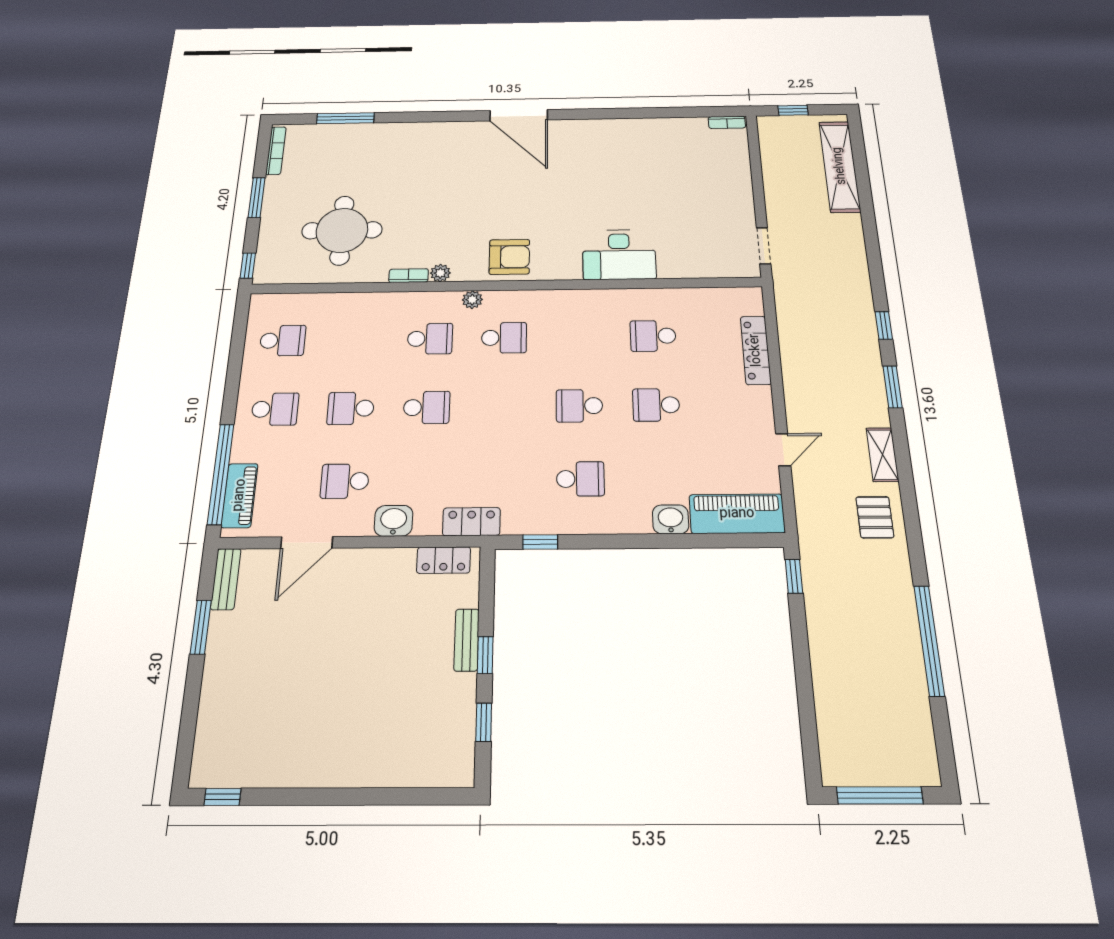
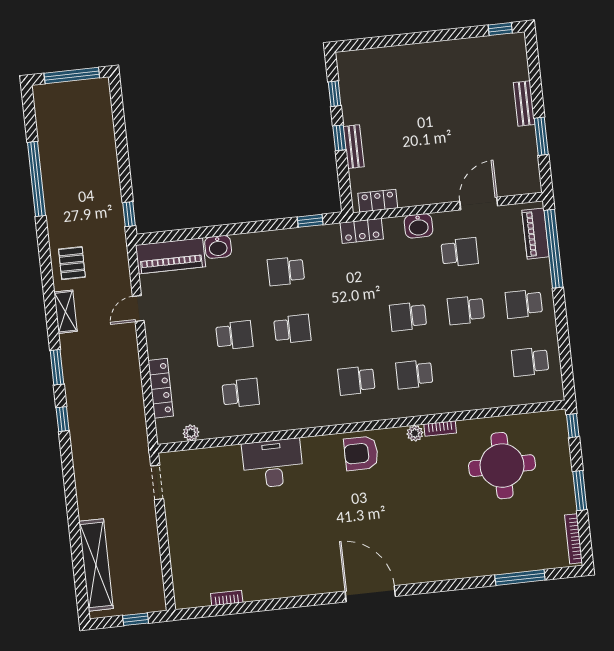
bookcase: (727, 122) -> (227, 598), moved
plant: (472, 300) -> (191, 433), moved
school desk: (351, 408) -> (466, 310), turned 180
bench: (226, 579) -> (524, 104), moved

